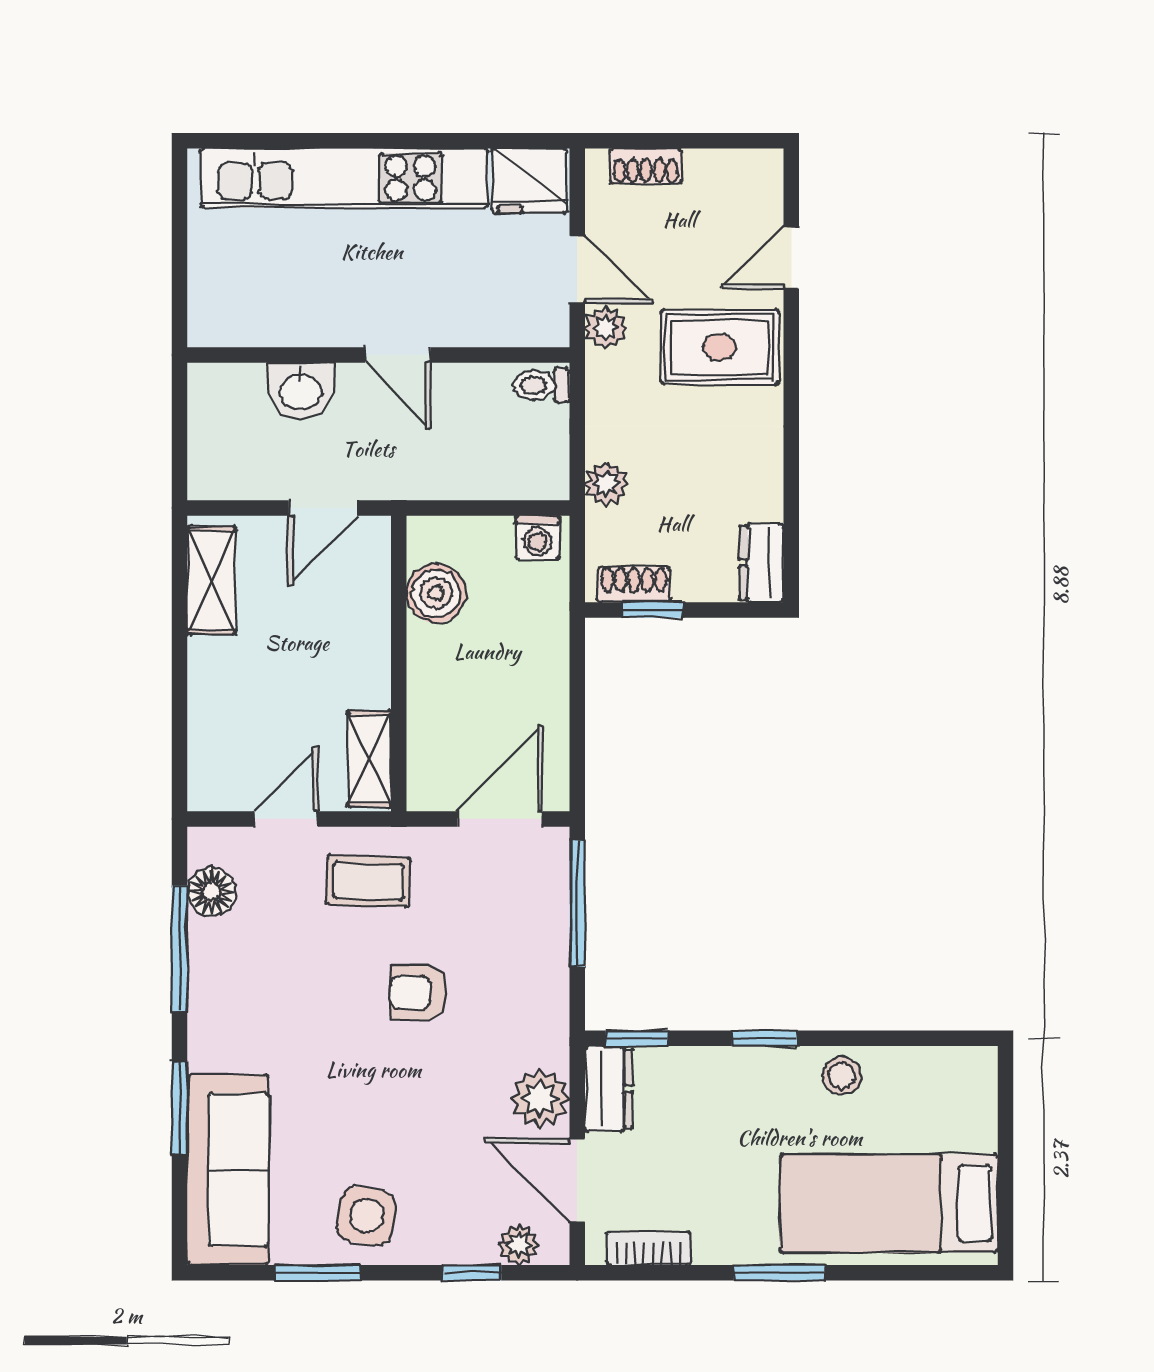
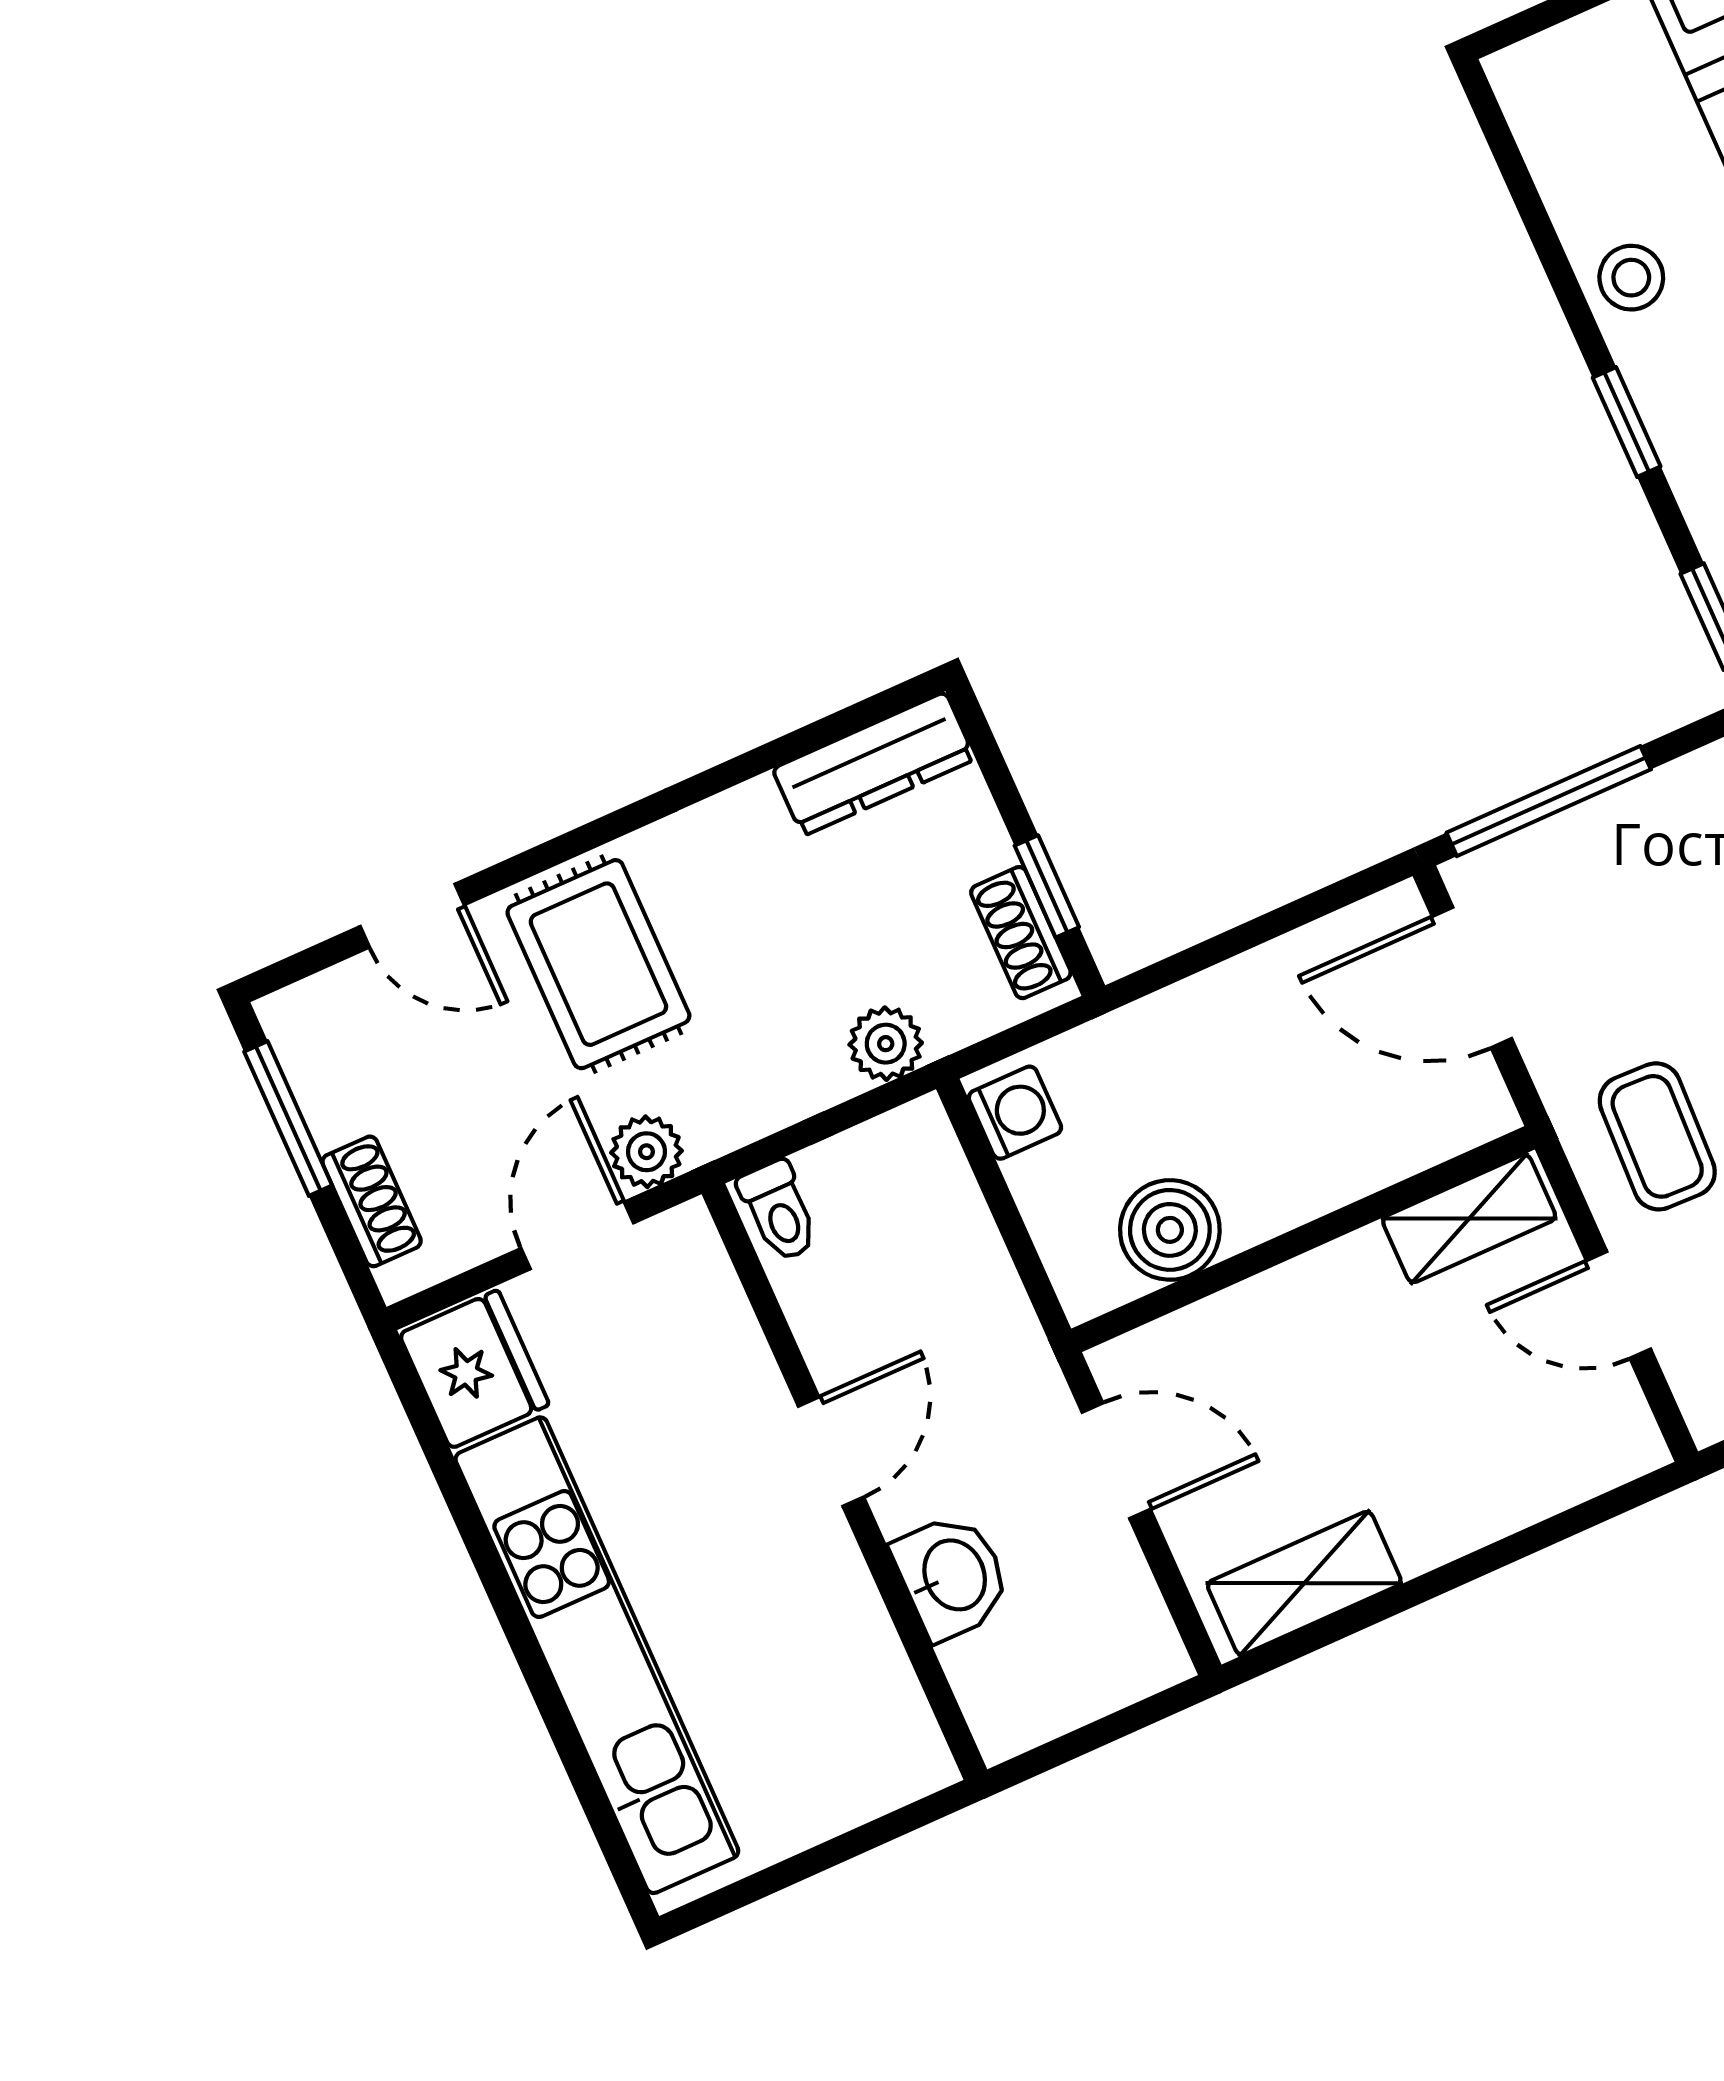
window: (711, 141) -> (288, 1118), added
dresser: (762, 563) -> (874, 764), width x1.44

